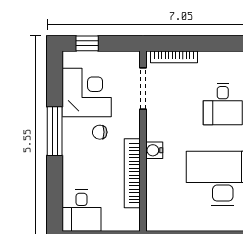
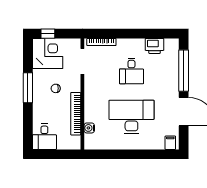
corner desk: (87, 92) -> (48, 53), moved
water cooler: (154, 150) -> (89, 128), moved

